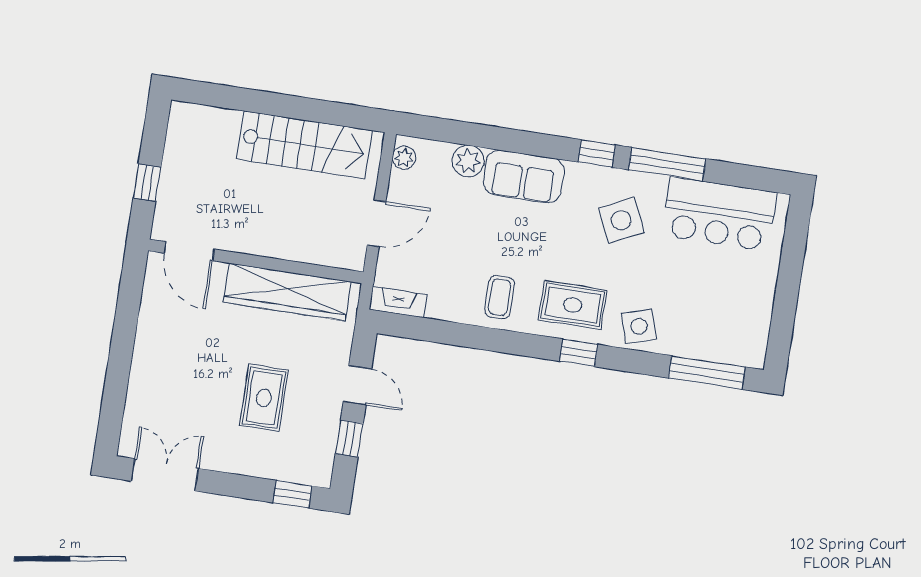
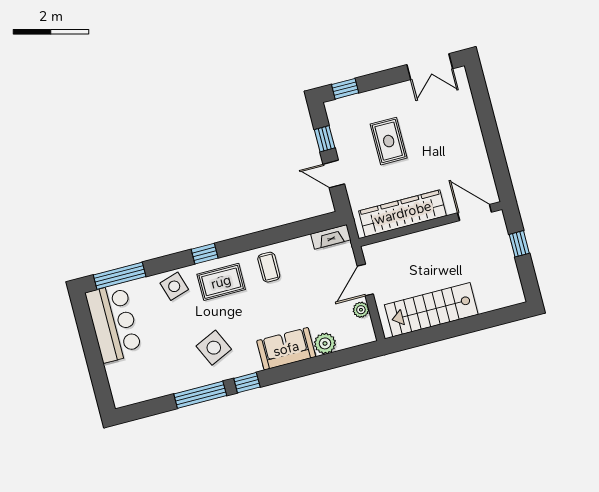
plant: (404, 158) -> (361, 310), moved
bar counter: (719, 214) -> (114, 323), moved, turned 90

